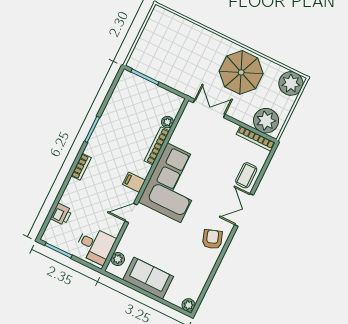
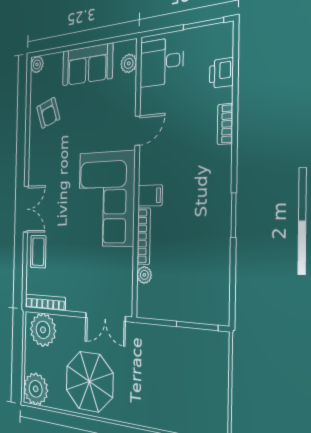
bookcase: (81, 167) -> (225, 124), moved
filing cabinet: (134, 182) -> (150, 195), moved
armchair: (212, 239) -> (48, 113), moved

